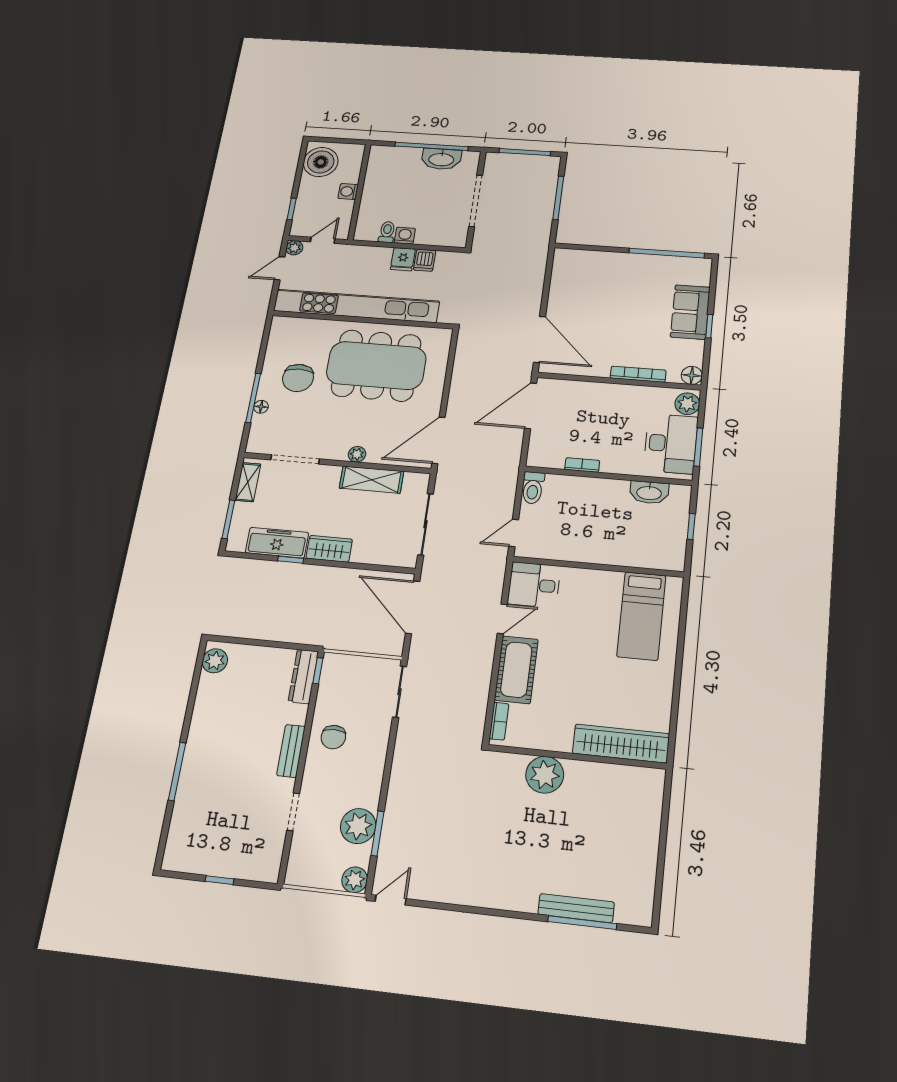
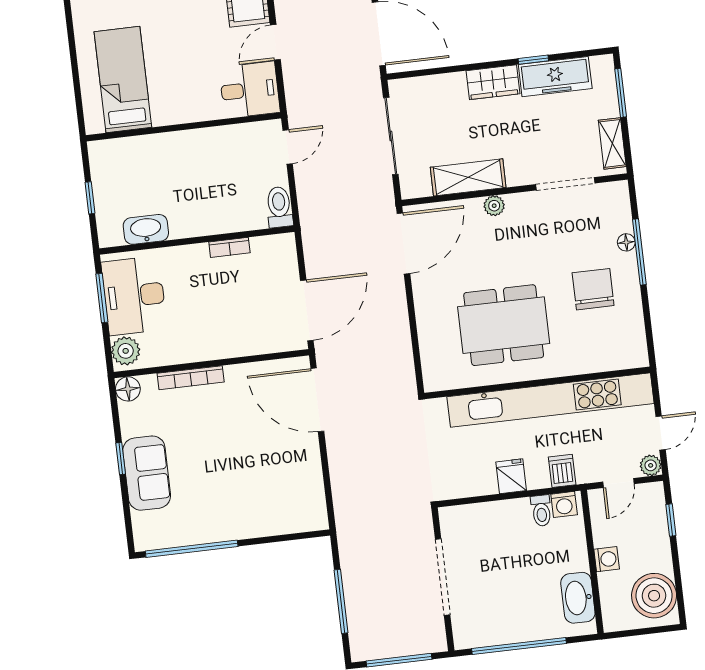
washbasin: (441, 159) -> (578, 598), moved, turned -90
washing machine: (405, 236) -> (564, 504), moved
dishwasher: (425, 260) -> (562, 471), moved
dining table: (376, 365) -> (504, 325), width x0.73, depth x0.80

